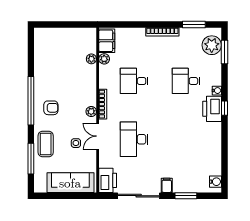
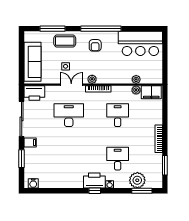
plant: (212, 45) -> (137, 180), moved
bar counter: (49, 54) -> (140, 43), added

